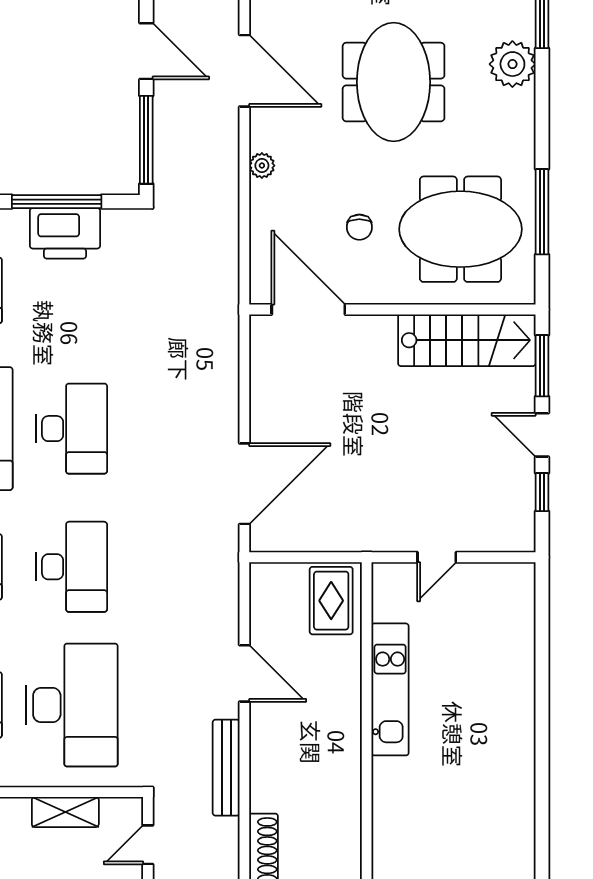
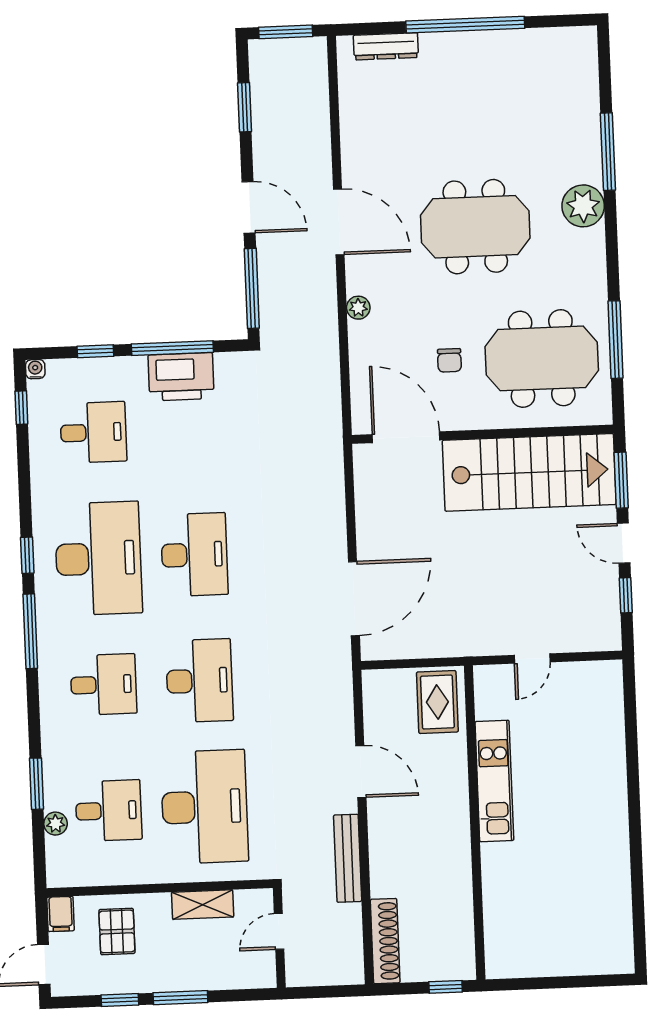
meeting table: (394, 82) -> (475, 227), turned 90
stairs: (467, 340) -> (529, 472), width x1.36, depth x1.51

